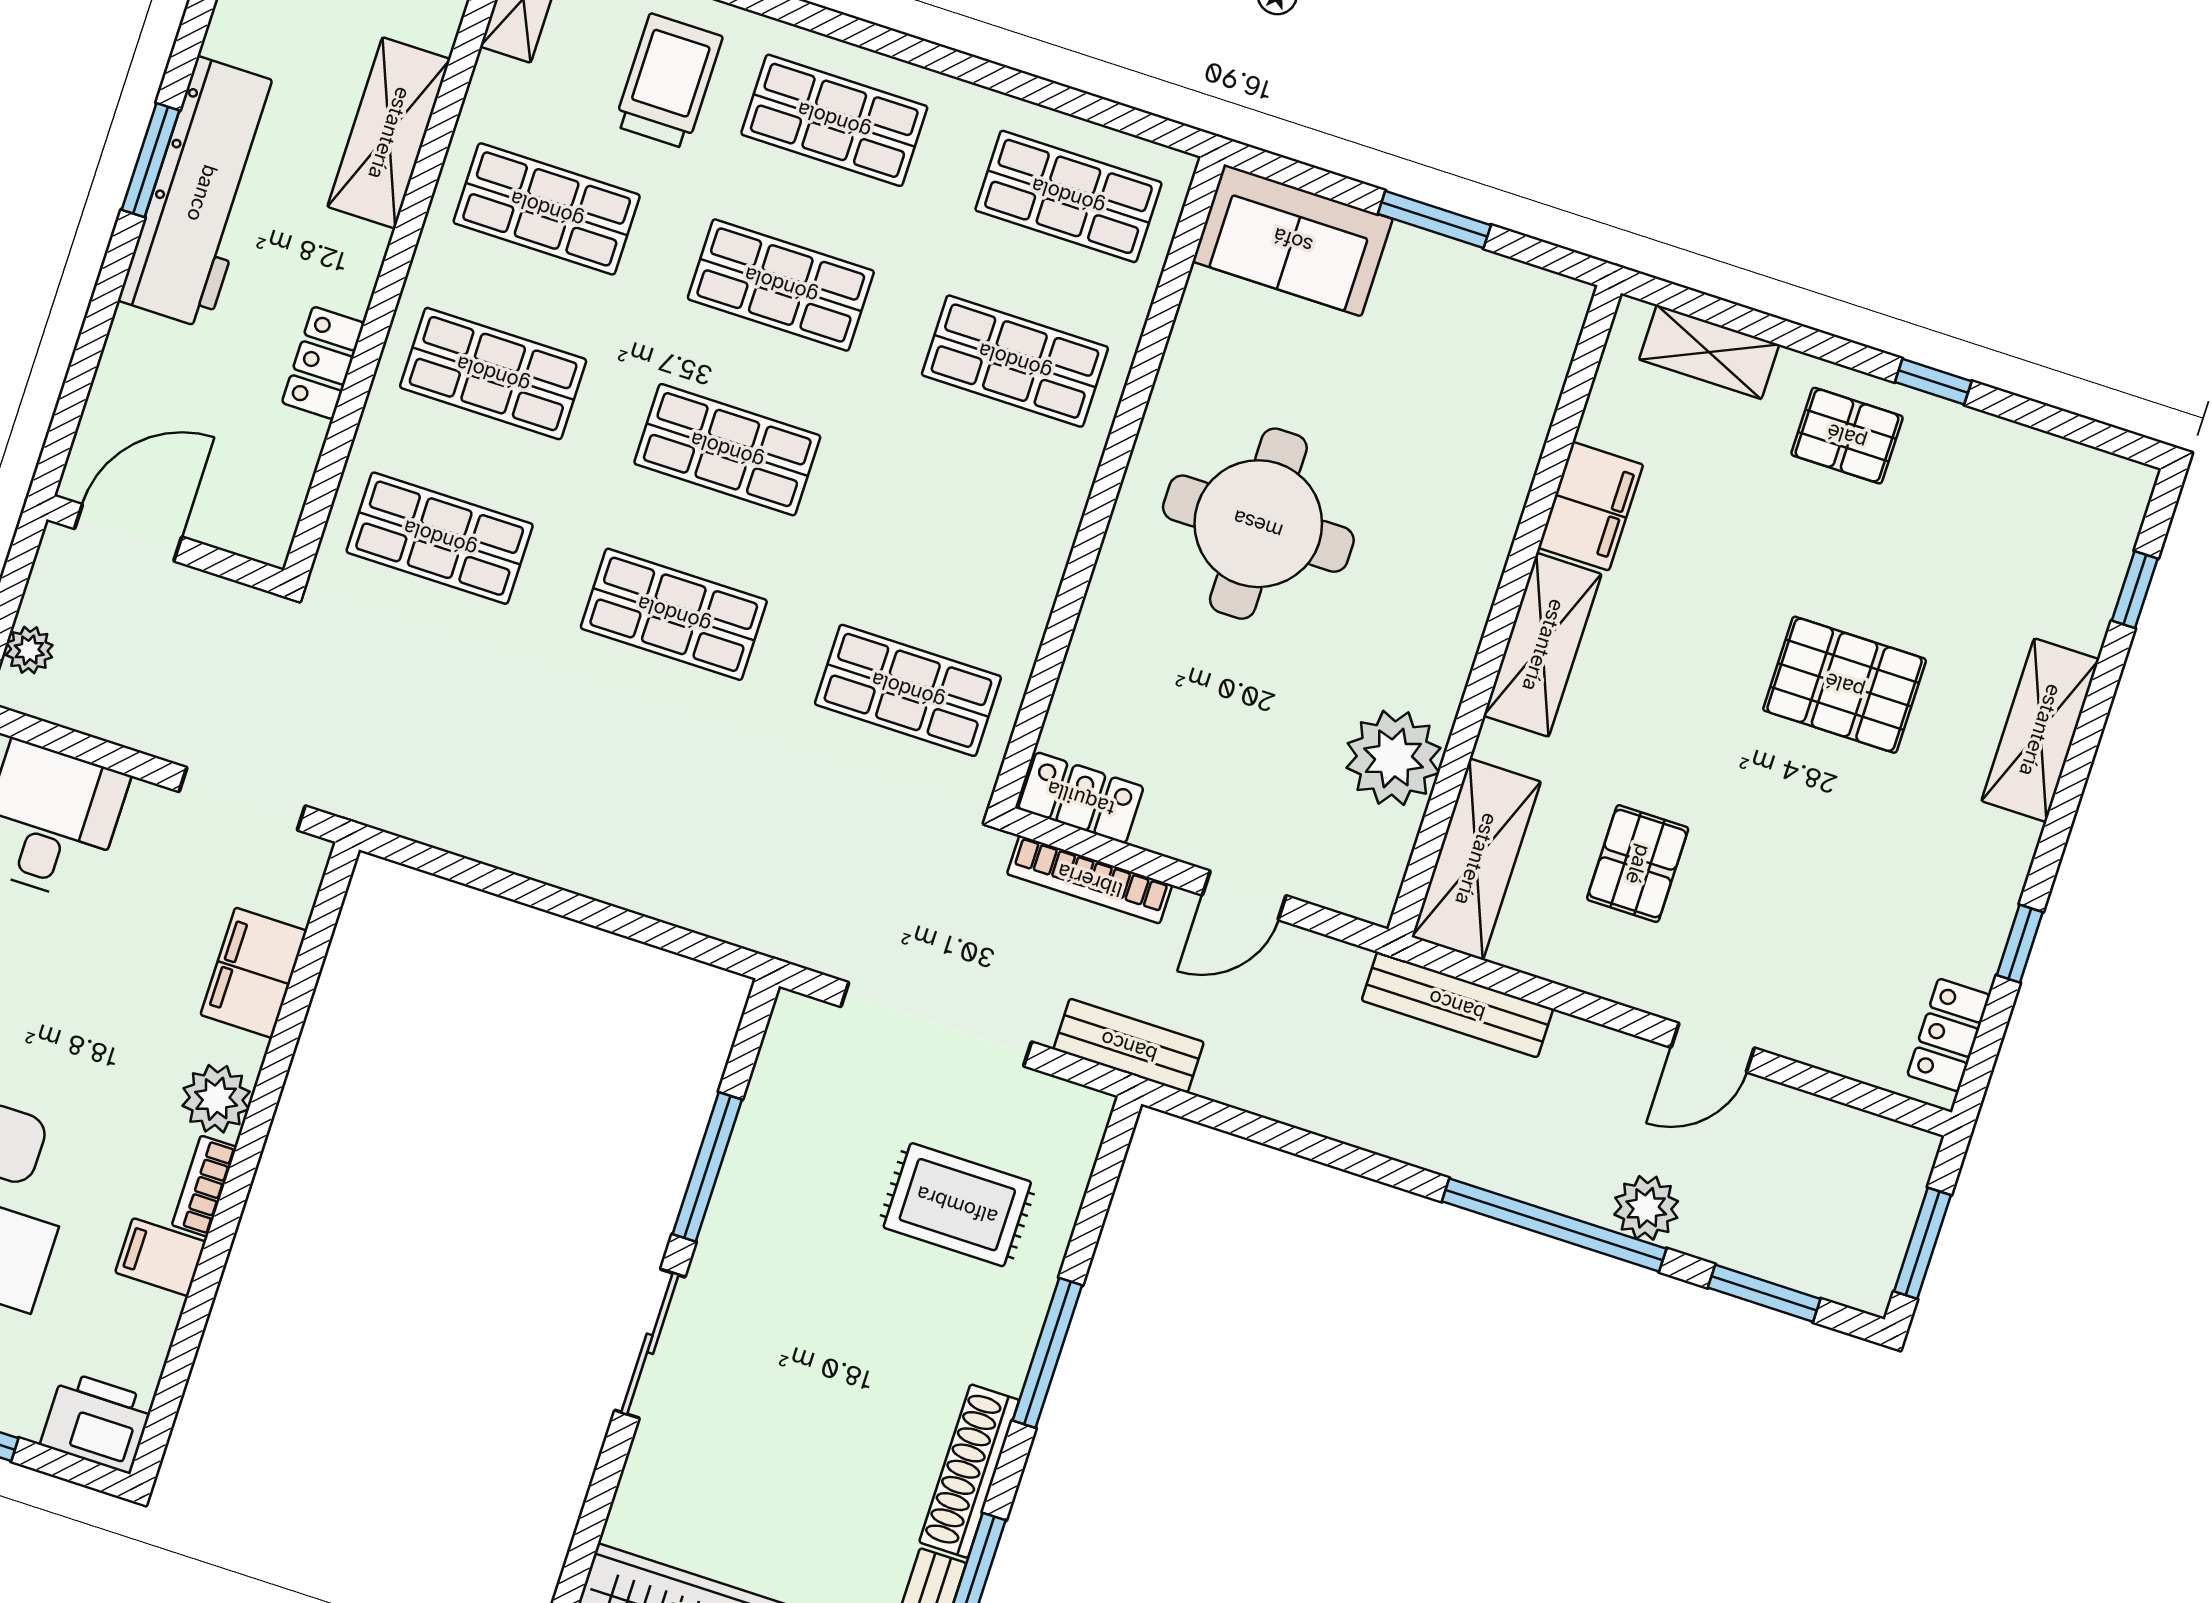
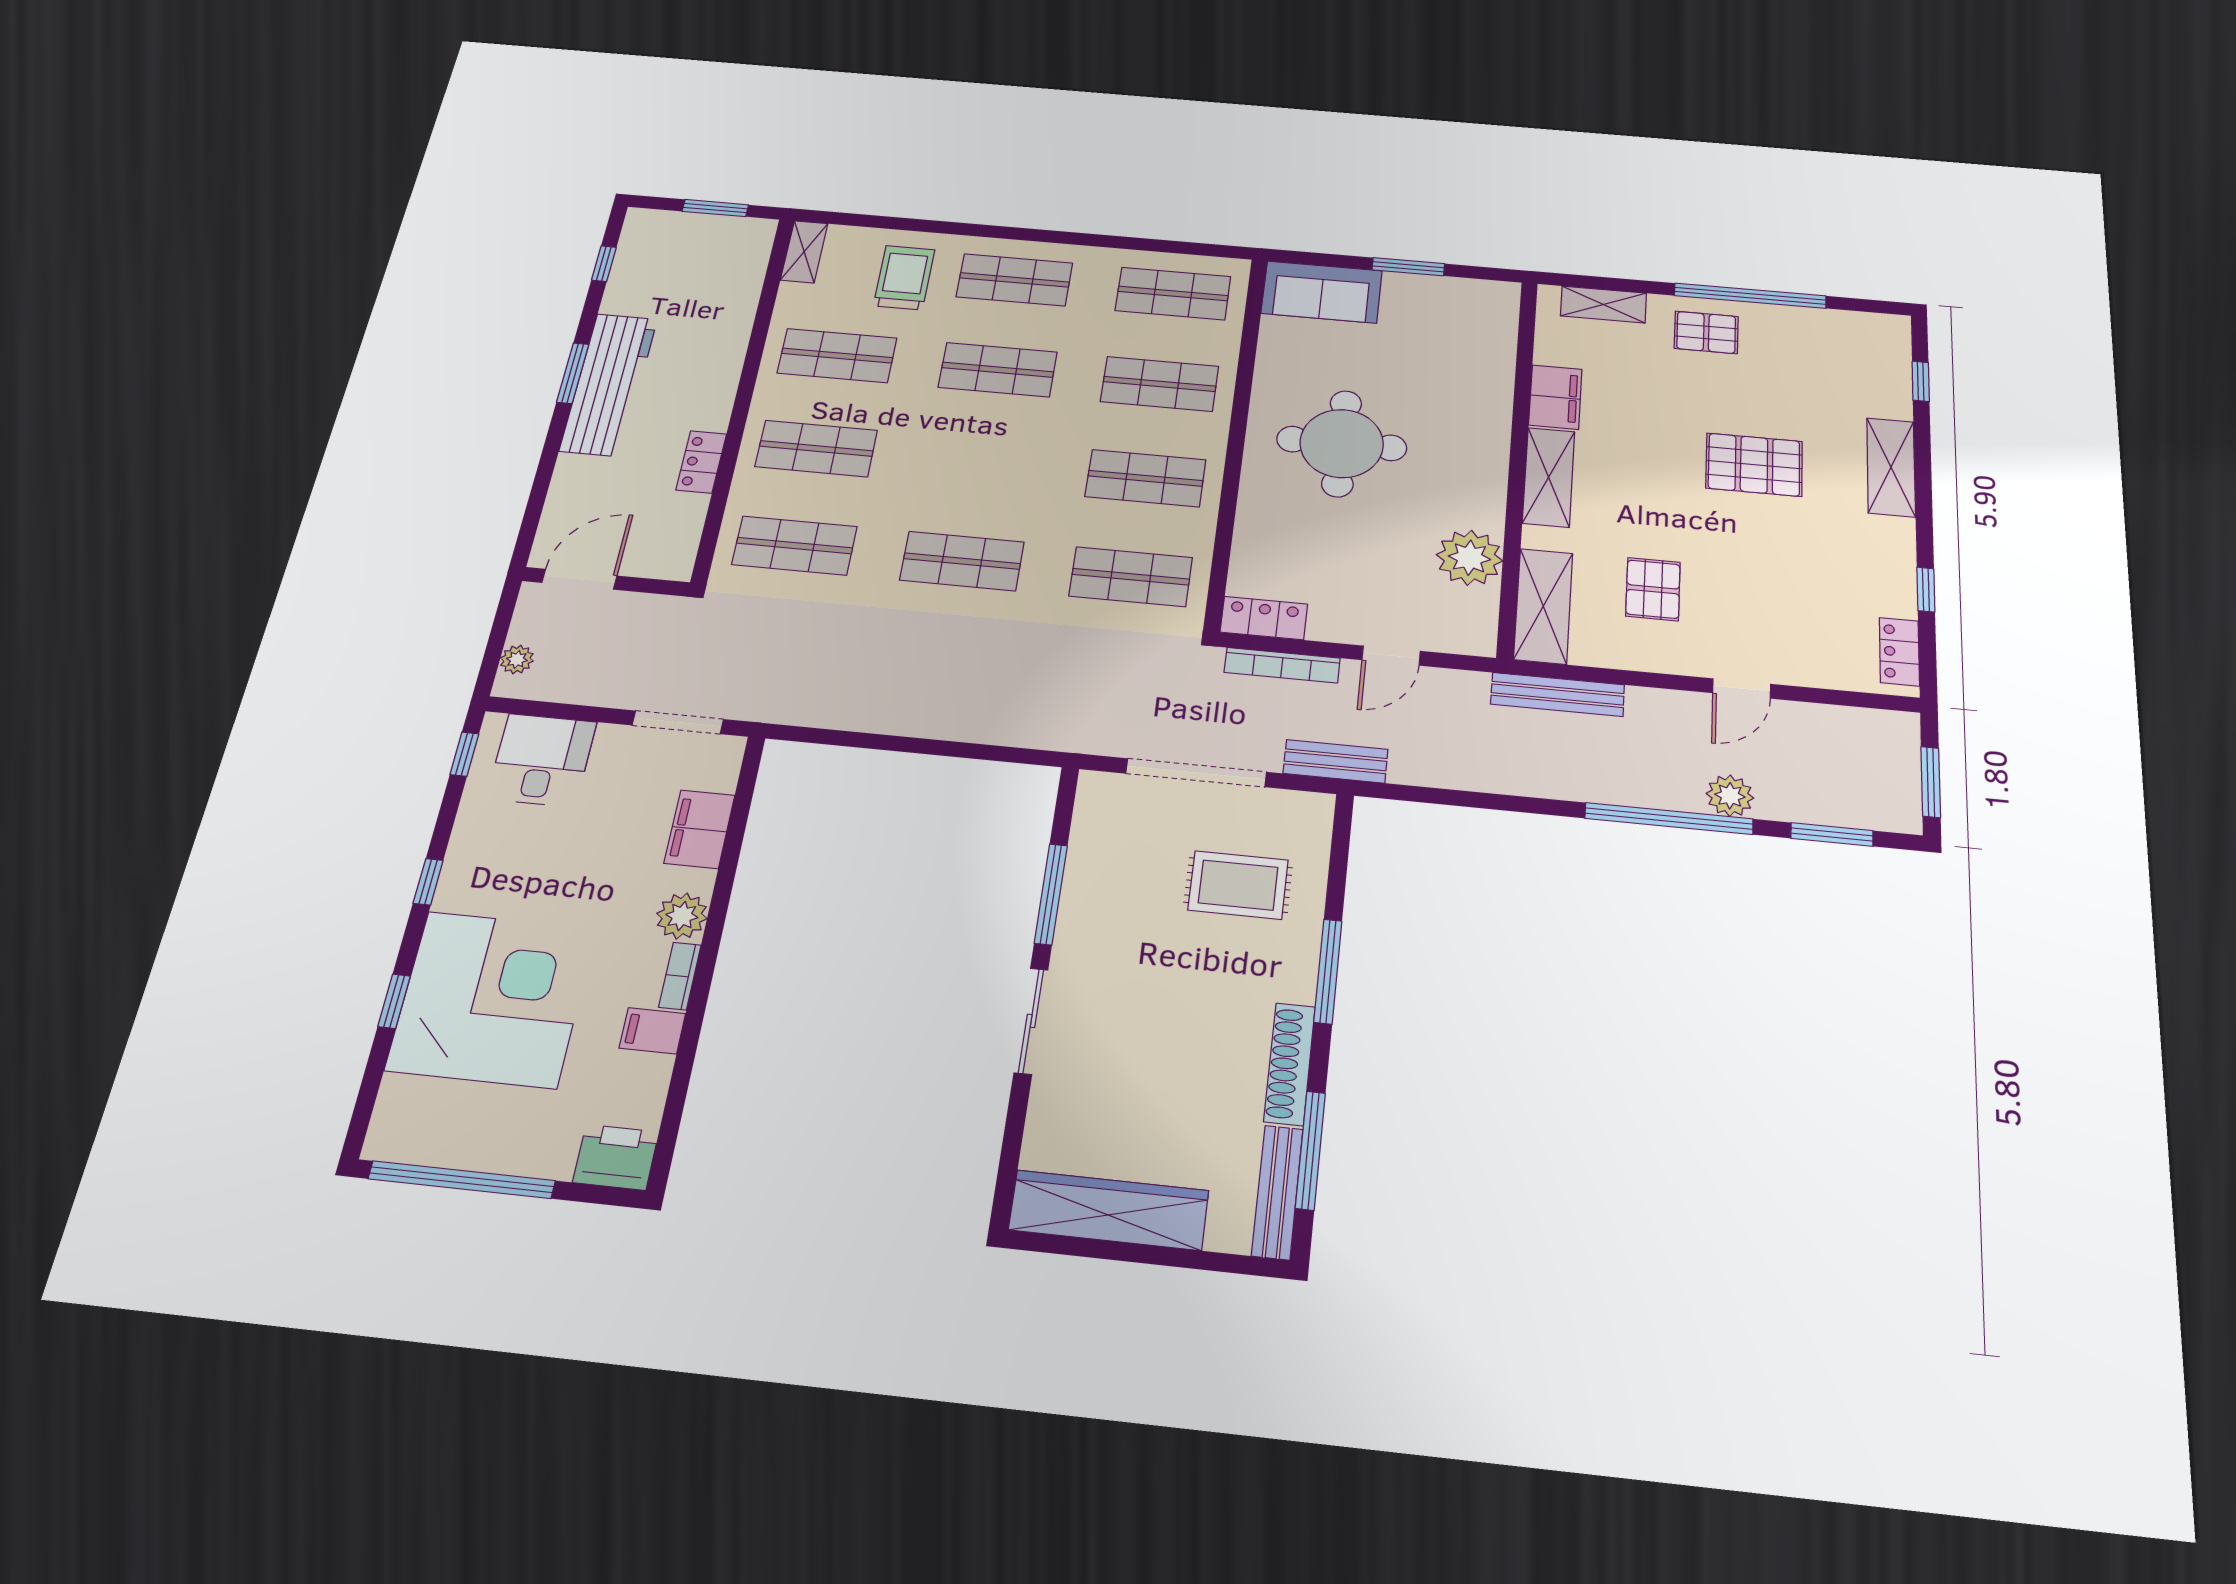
shelving: (389, 133) -> (728, 333), removed
window: (1933, 382) -> (1750, 296), width x3.17
shop shelf: (727, 450) -> (1145, 478), moved

